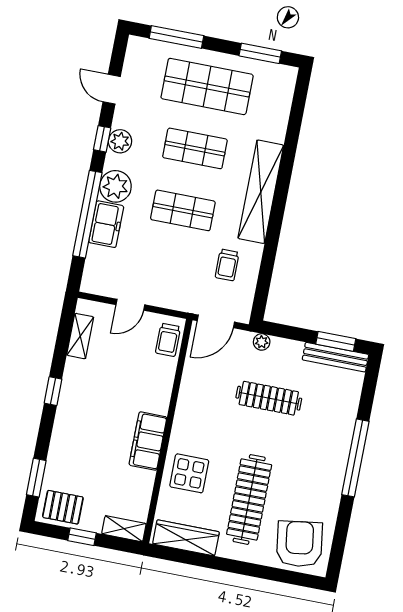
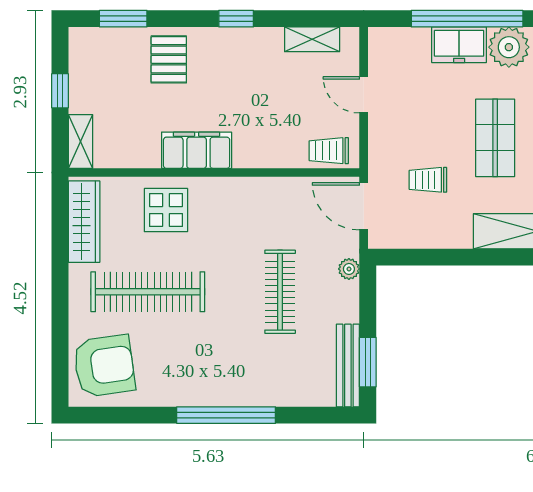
trolley: (227, 265) -> (428, 180), moved
pallet: (63, 507) -> (169, 59), moved

